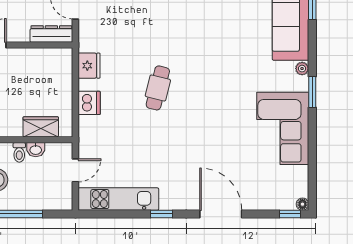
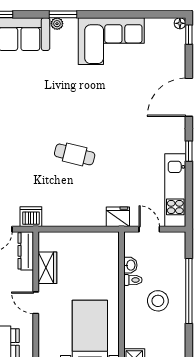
fridge: (89, 66) -> (118, 217), moved
window: (312, 92) -> (63, 14), moved
dishwasher: (89, 103) -> (31, 217), moved
wardrobe: (41, 127) -> (47, 268), moved, turned 180

